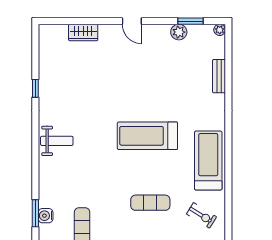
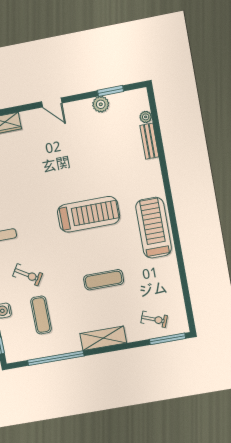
plant: (220, 30) -> (146, 117), moved
treadmill: (147, 136) -> (89, 214), turned 180
exercise bike: (202, 215) -> (28, 275), moved

